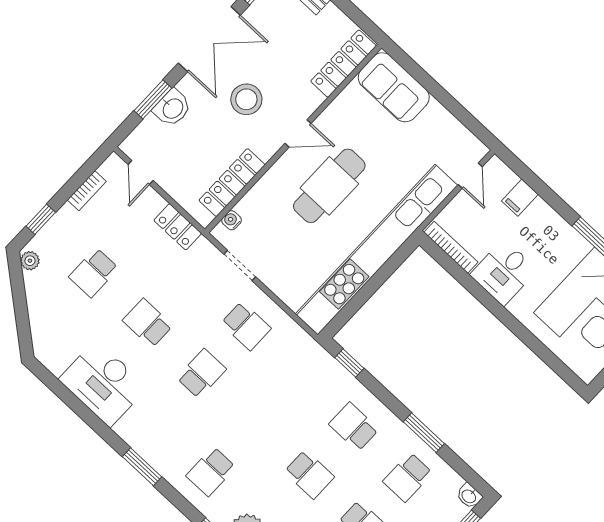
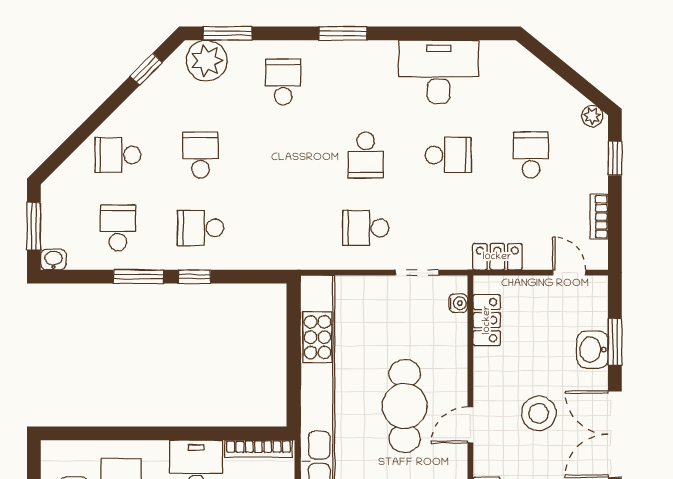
locker: (232, 183) -> (487, 320), width x0.66
window: (349, 363) -> (194, 277), moved
school desk: (354, 427) -> (201, 228), turned 180
school desk: (309, 474) -> (201, 155), turned 90

